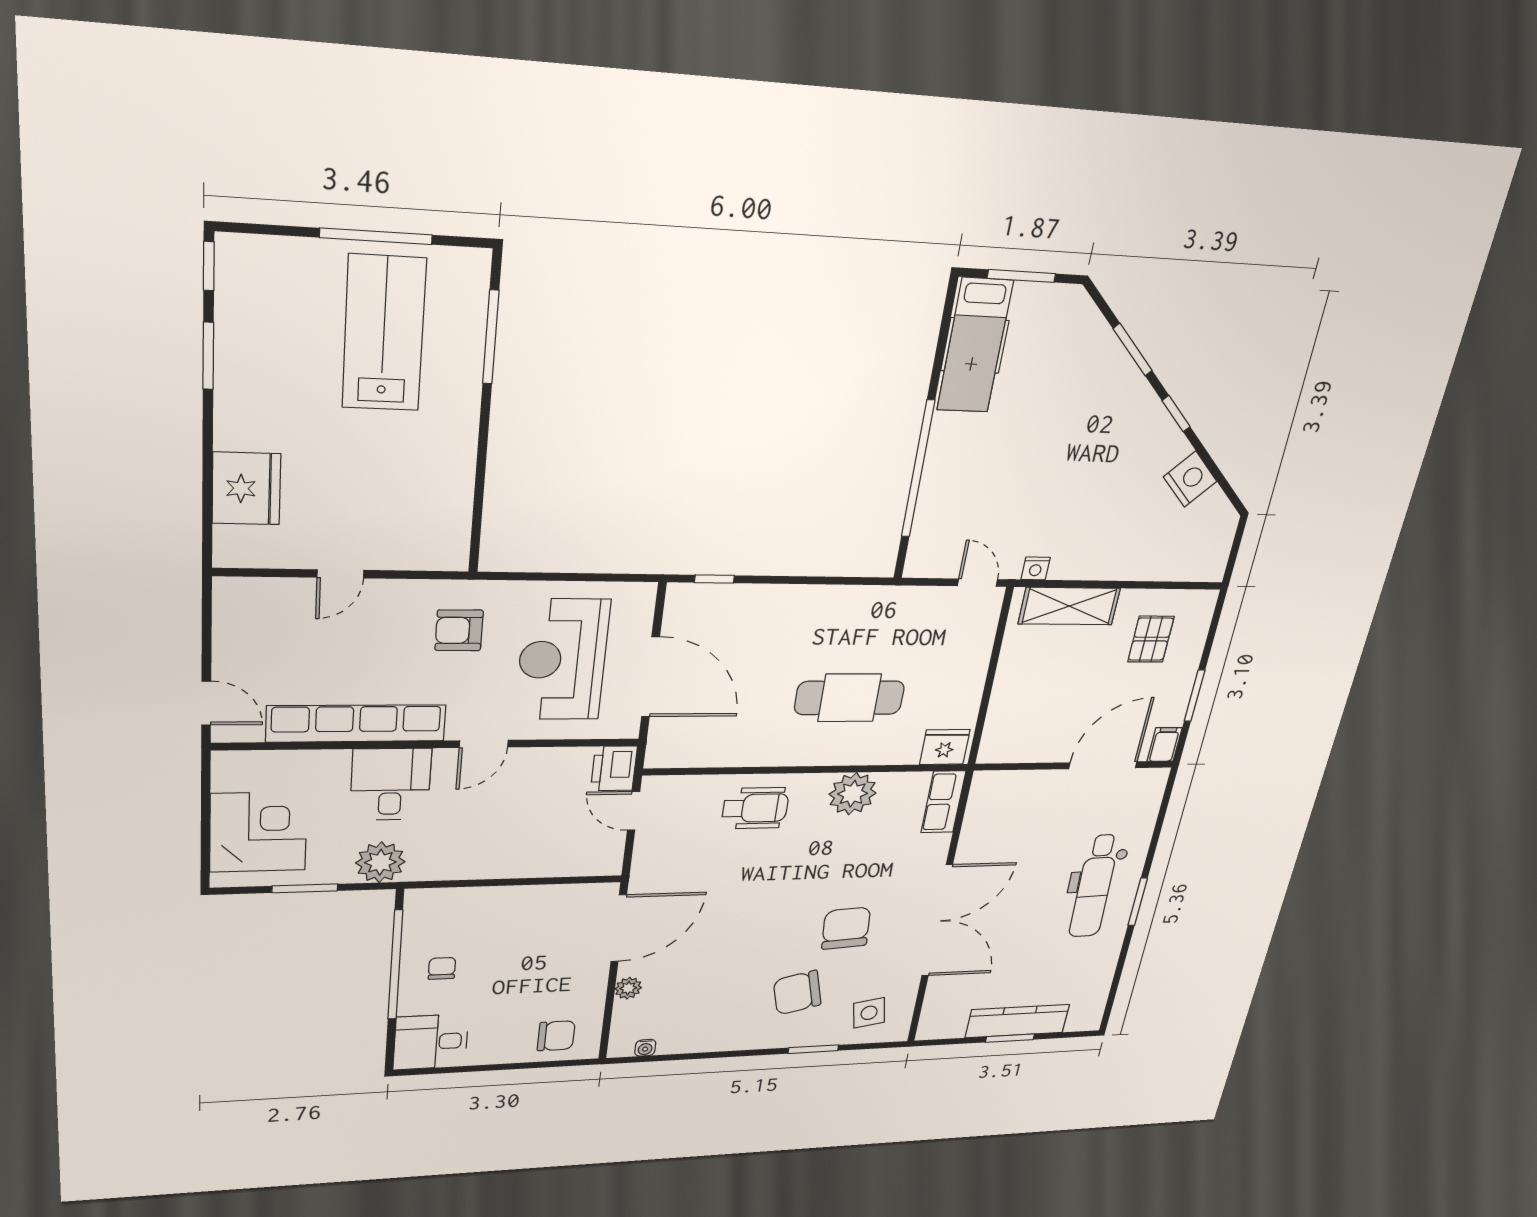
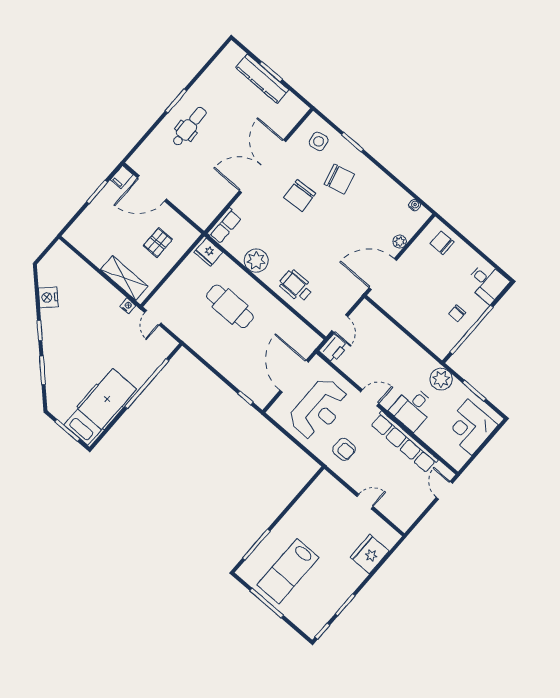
hospital bed: (975, 346) -> (100, 407), width x1.37, depth x1.29
pallet: (1151, 639) -> (158, 243), moved
dental chair: (1094, 886) -> (189, 127), width x0.73, depth x0.72

